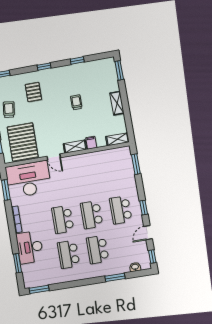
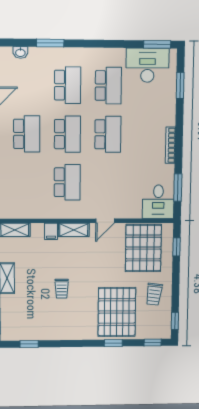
window: (77, 61) -> (29, 344), moved
window: (44, 67) -> (113, 343), moved
pallet: (33, 92) -> (117, 312), width x2.05, depth x2.00
door: (54, 157) -> (105, 221), swing flipped
desk: (28, 179) -> (158, 202), width x0.53, depth x0.77
school desk: (86, 180) -> (67, 182), added
desk: (30, 247) -> (147, 65), moved, turned -90

